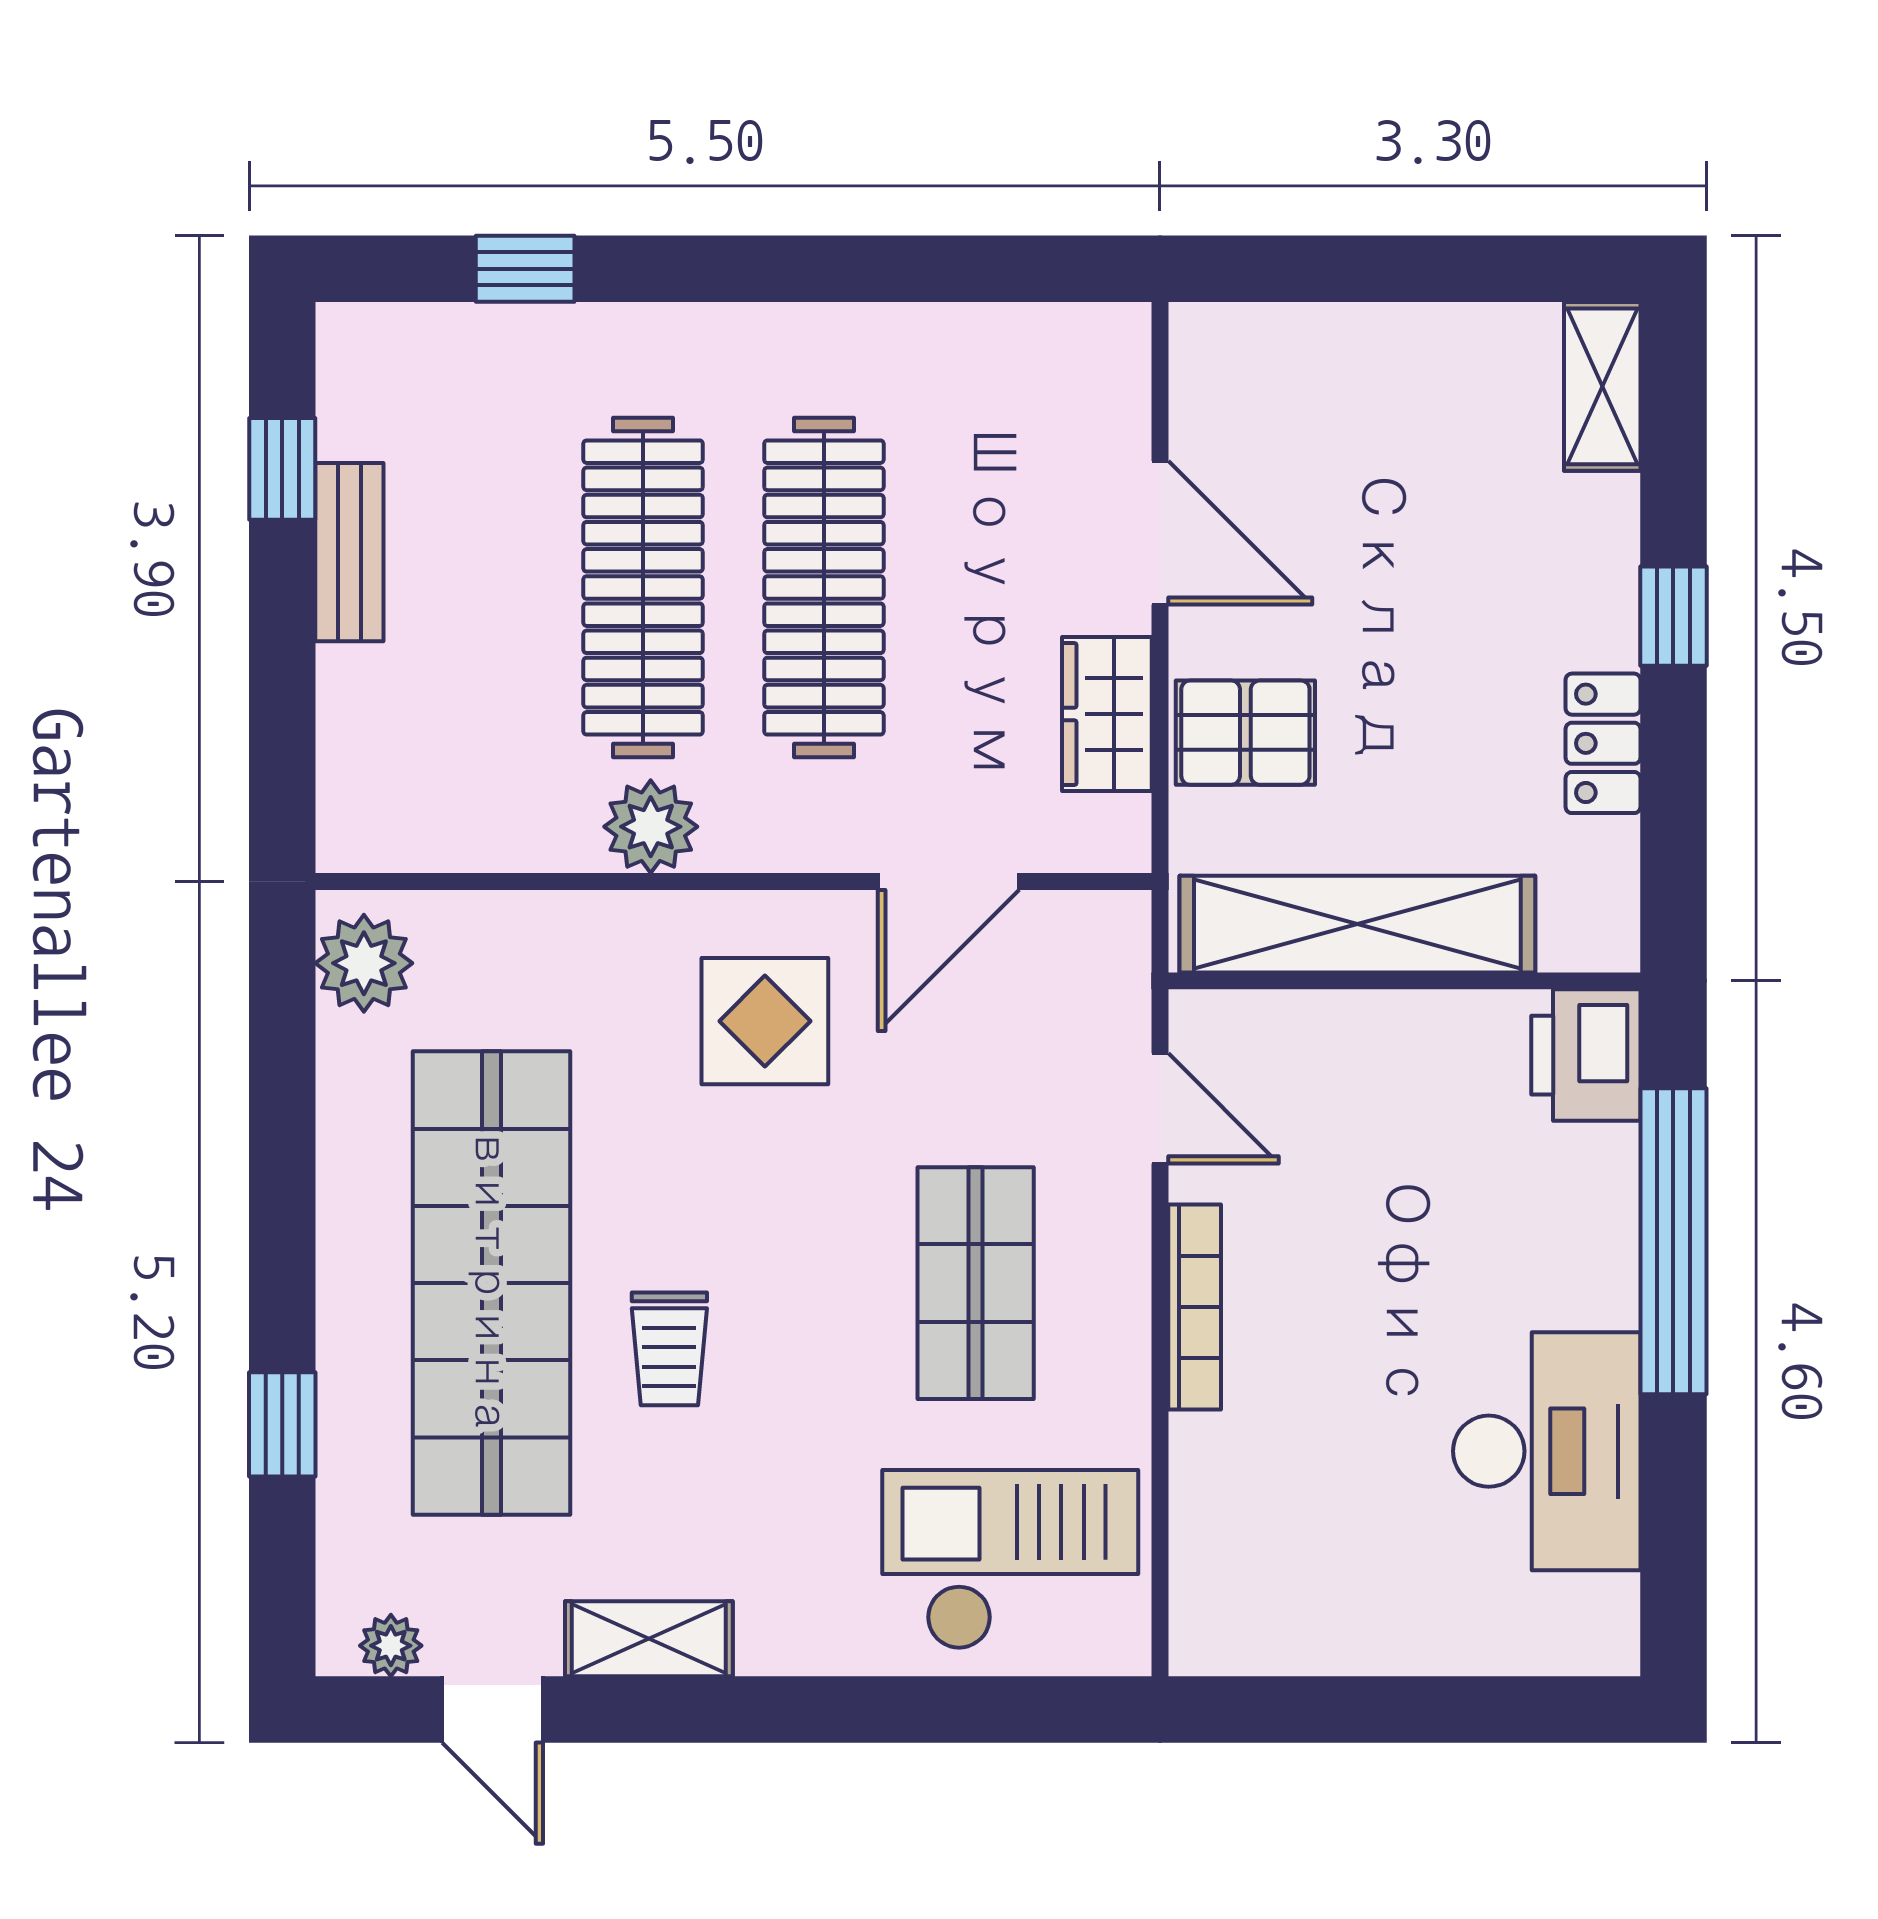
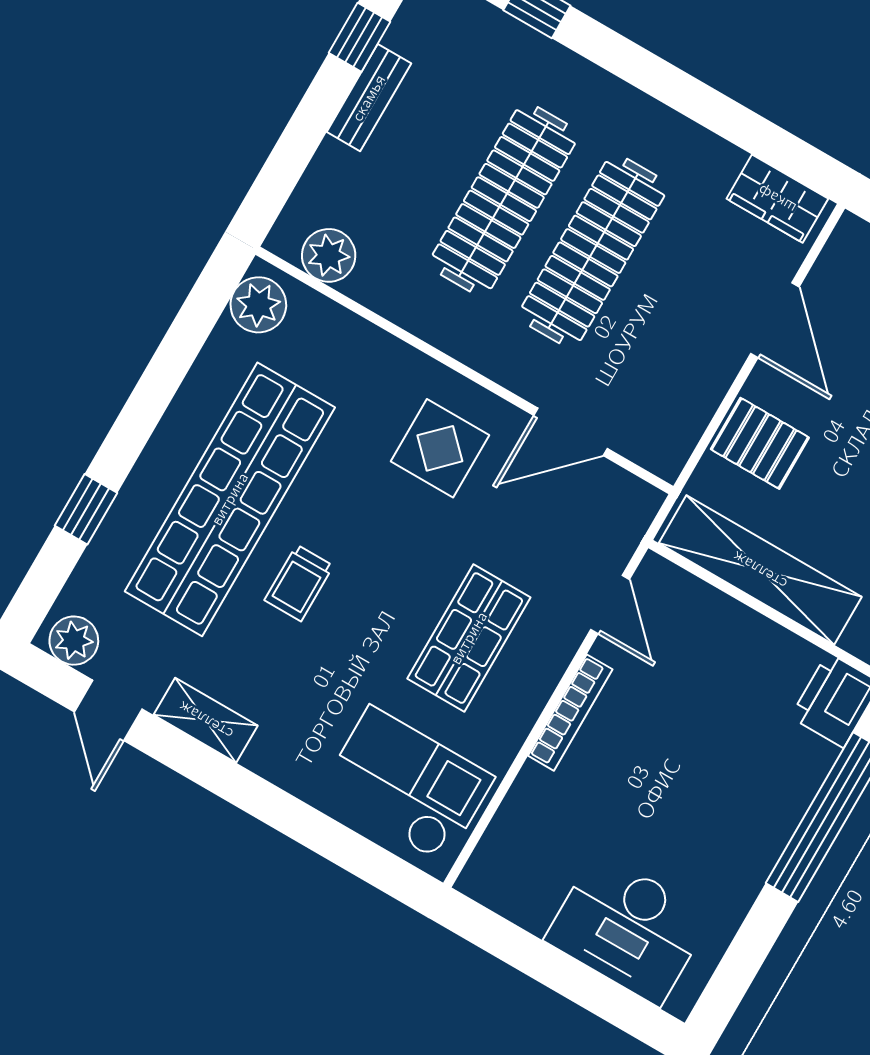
wardrobe: (1107, 714) -> (777, 199), moved, turned -90
plant: (651, 827) -> (329, 255), moved
desk: (1547, 1451) -> (628, 928), moved, turned 90
plant: (391, 1646) -> (74, 641), width x1.38, depth x1.38

